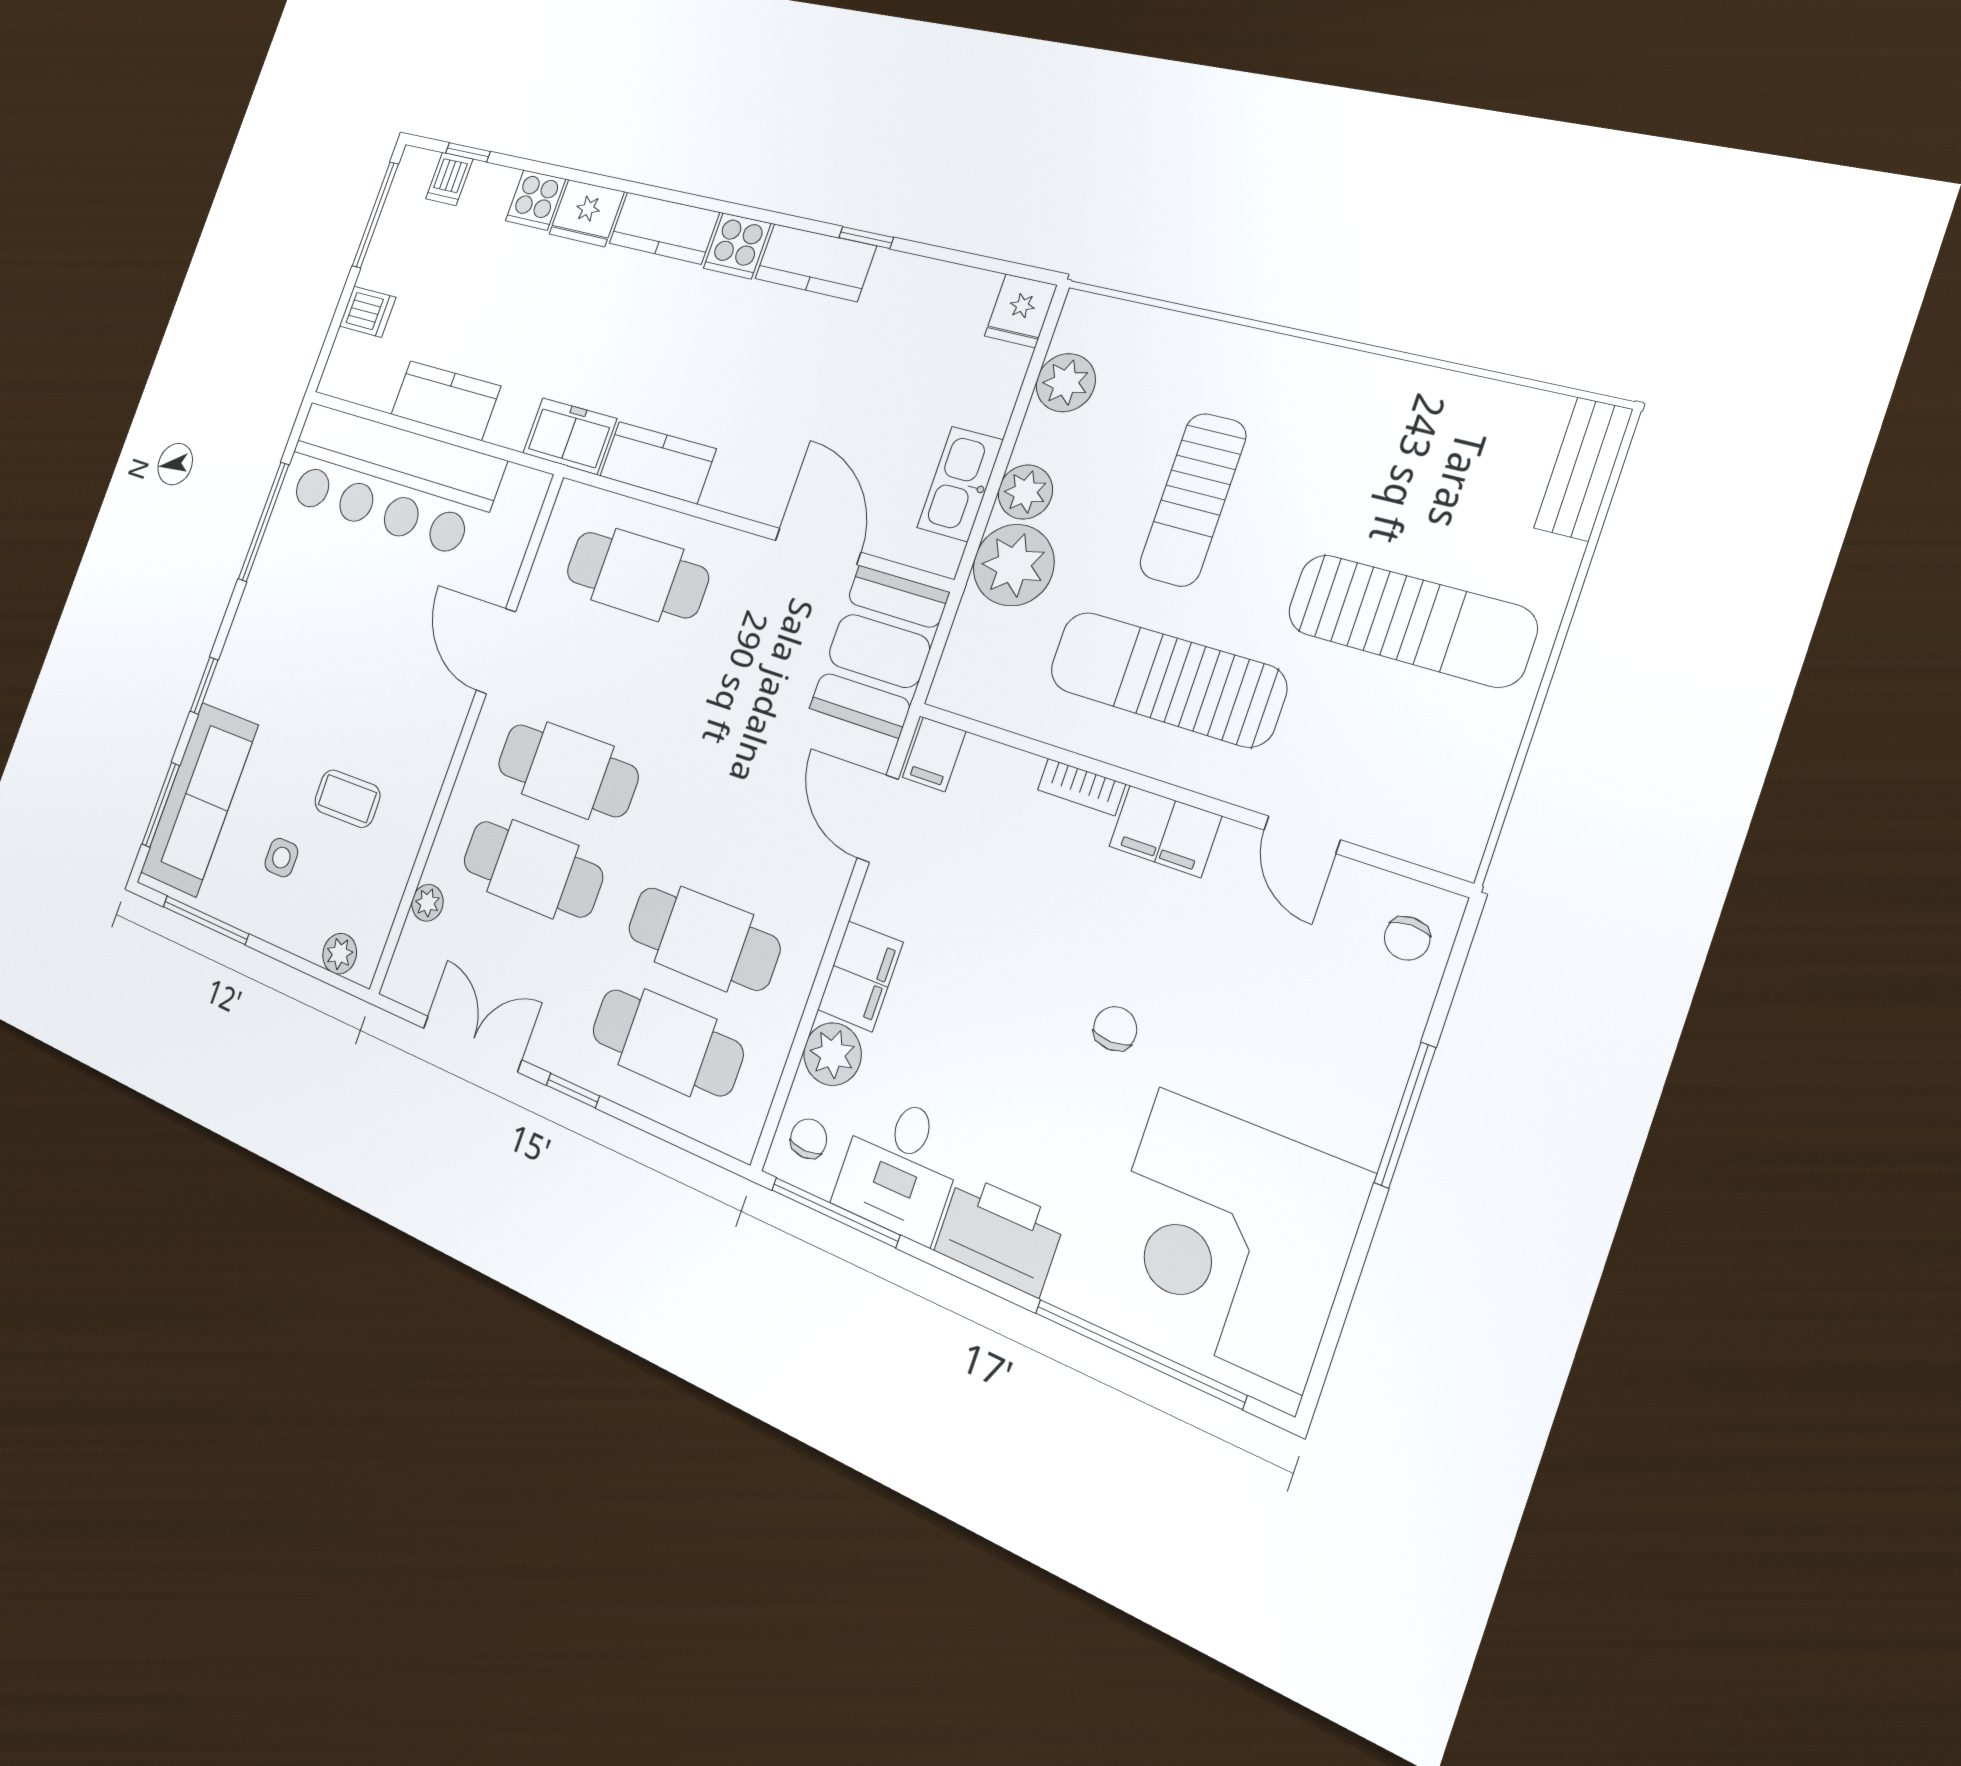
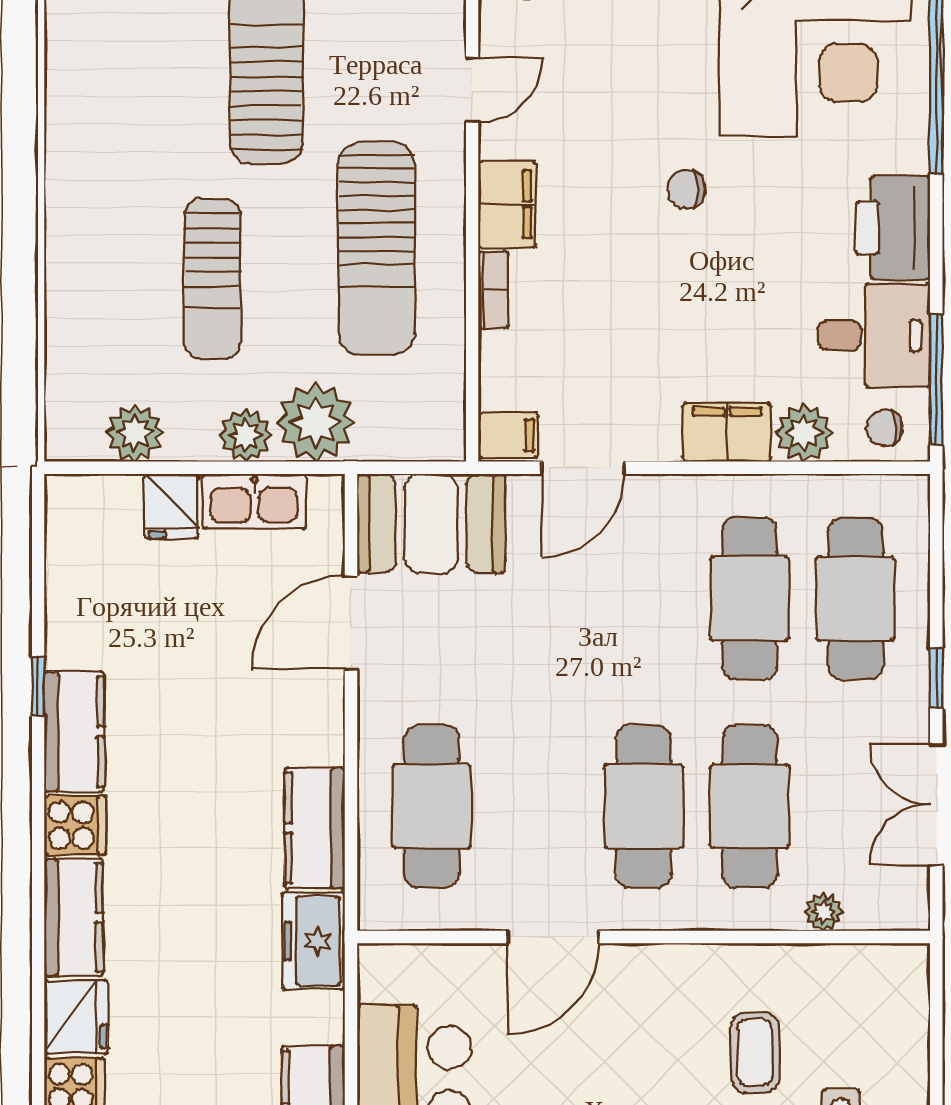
fridge: (1021, 311) -> (171, 506), moved, turned 90
sun lounger: (1193, 500) -> (213, 279), turned 90
plant: (340, 954) -> (909, 994), removed

